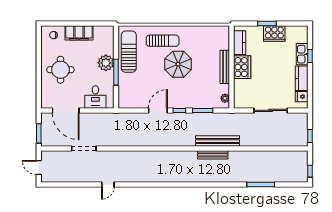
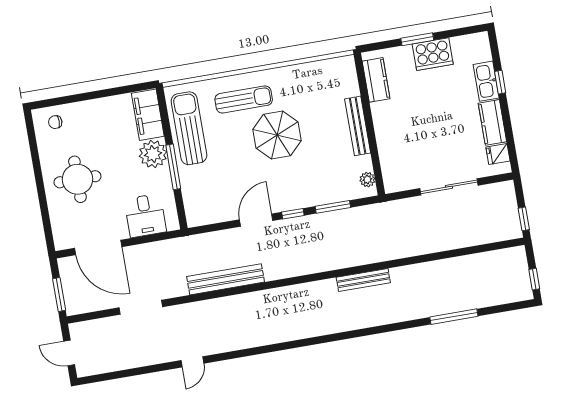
filing cabinet: (79, 33) -> (148, 115), moved, turned 90
cooker: (242, 67) -> (387, 121), removed
bench: (218, 141) -> (226, 279), moved

